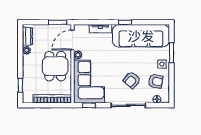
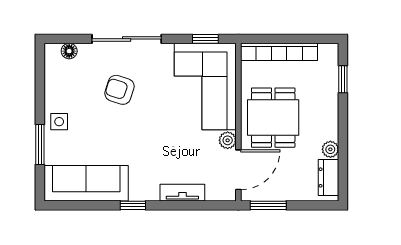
sofa: (141, 36) -> (86, 183), width x0.74, depth x0.79
armchair: (132, 80) -> (119, 90), turned -112
armchair: (156, 81) -> (72, 87), removed

